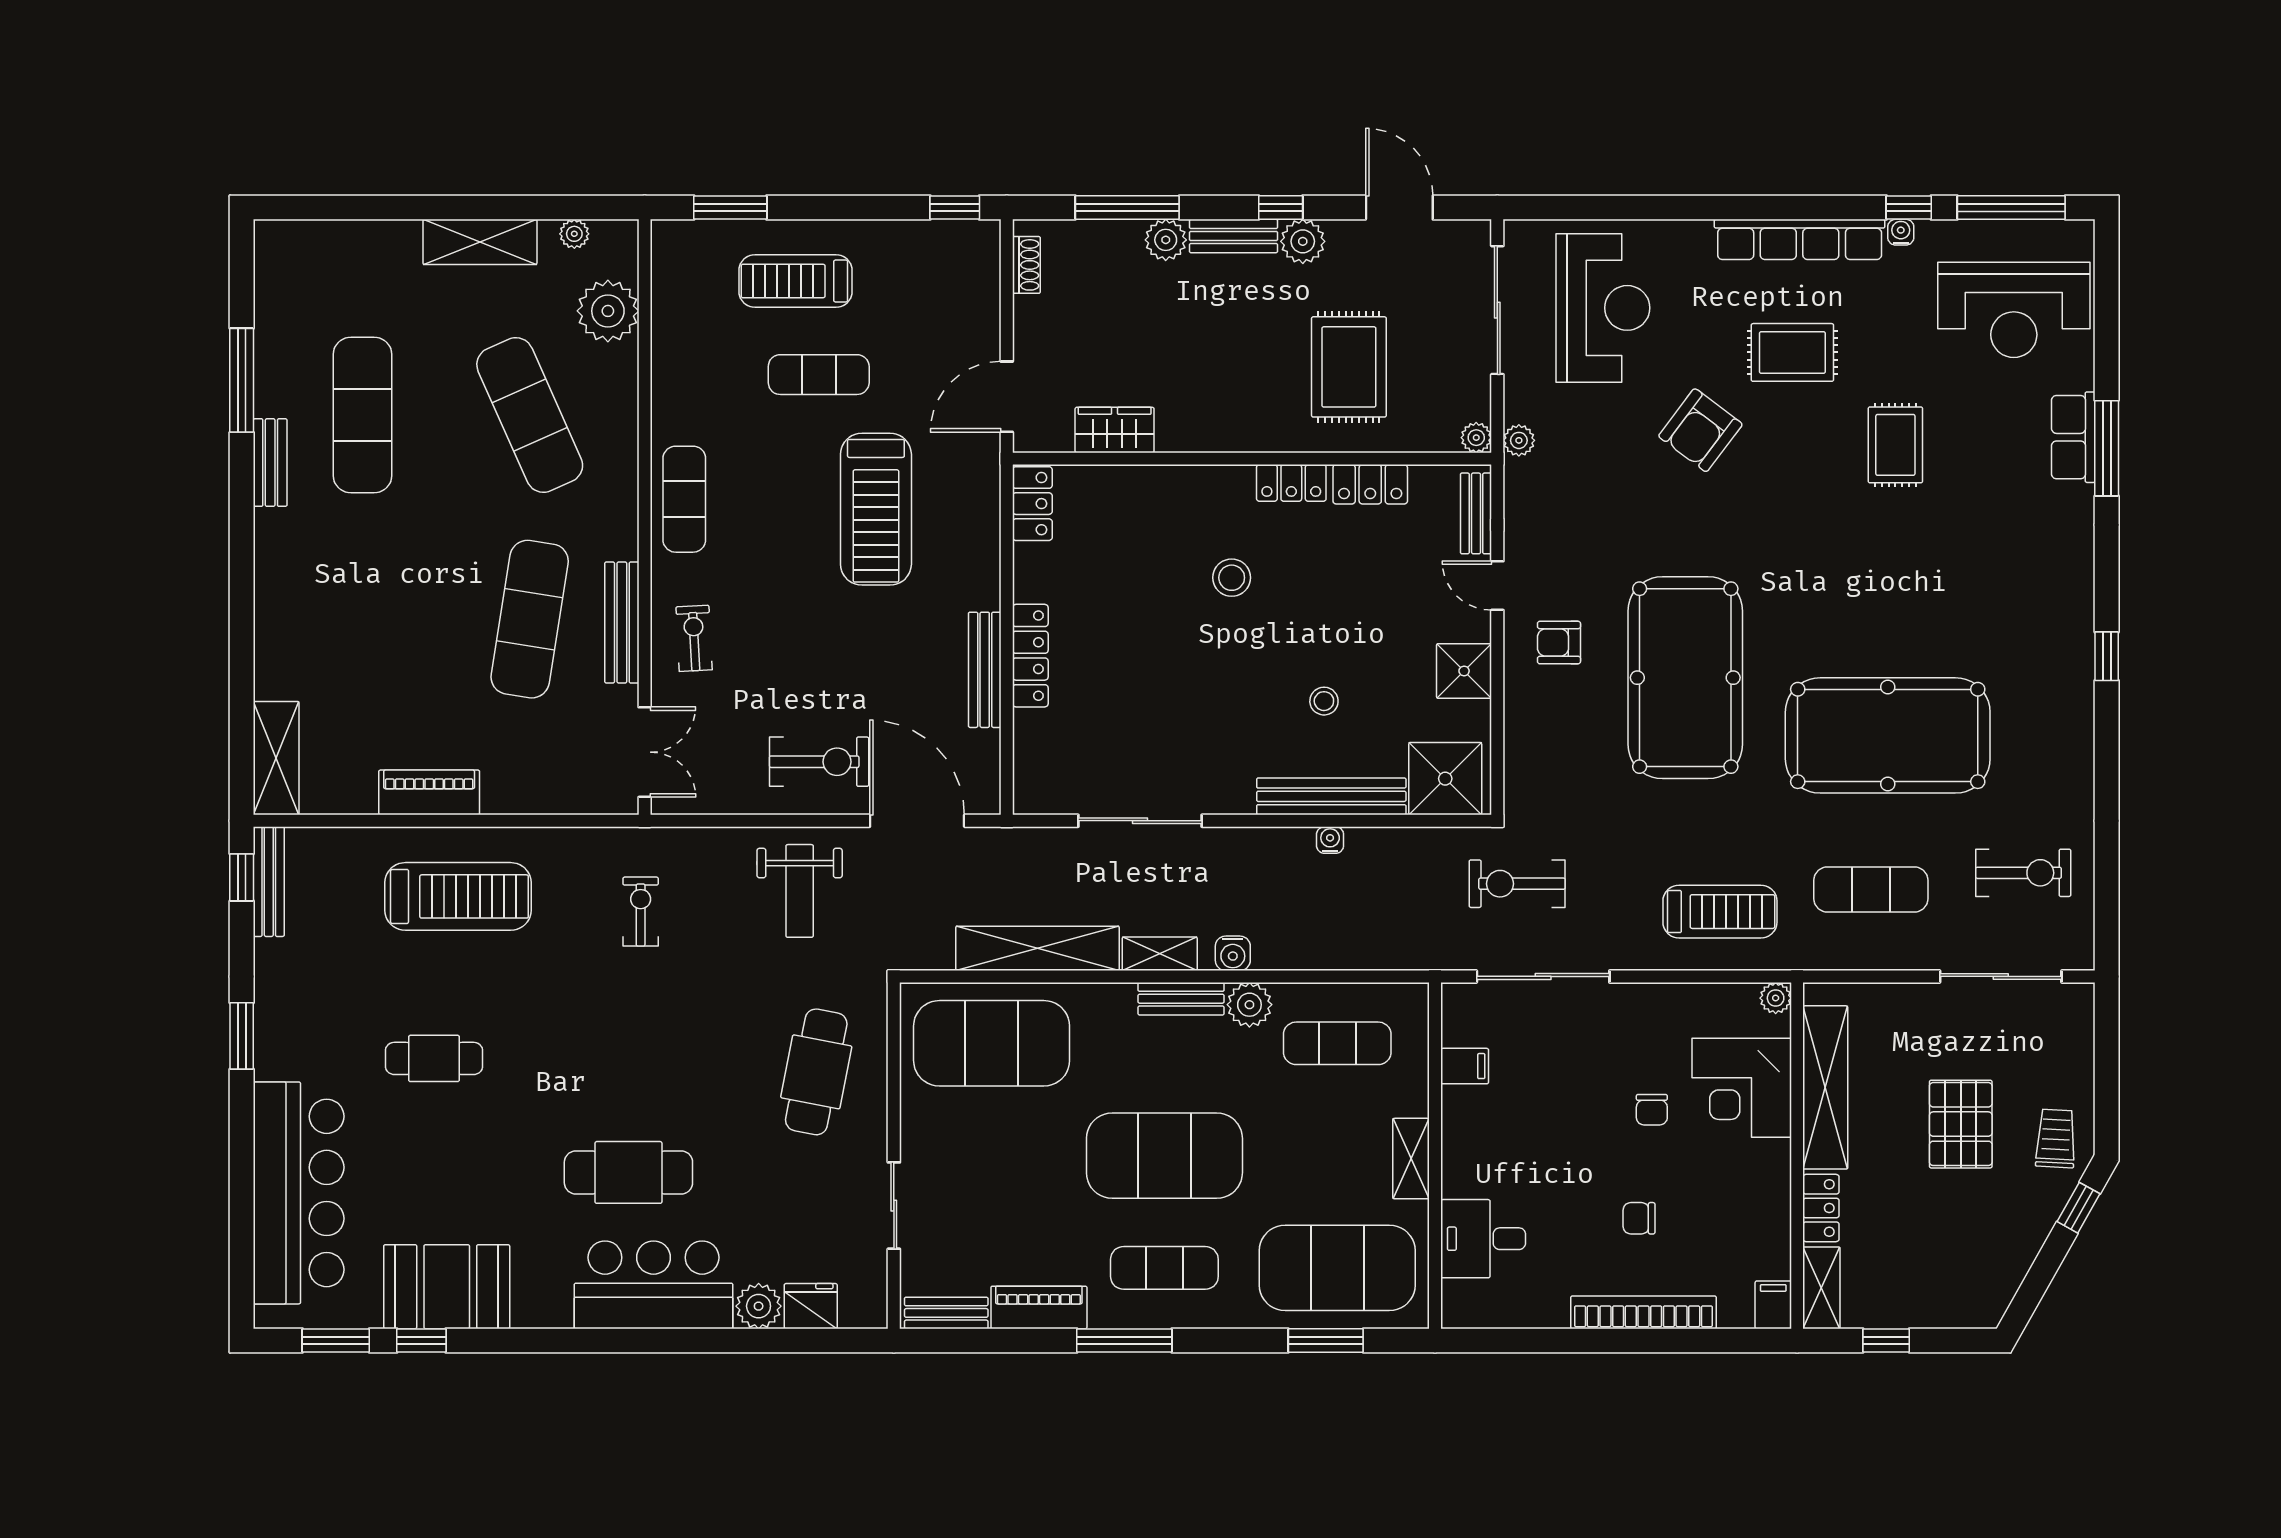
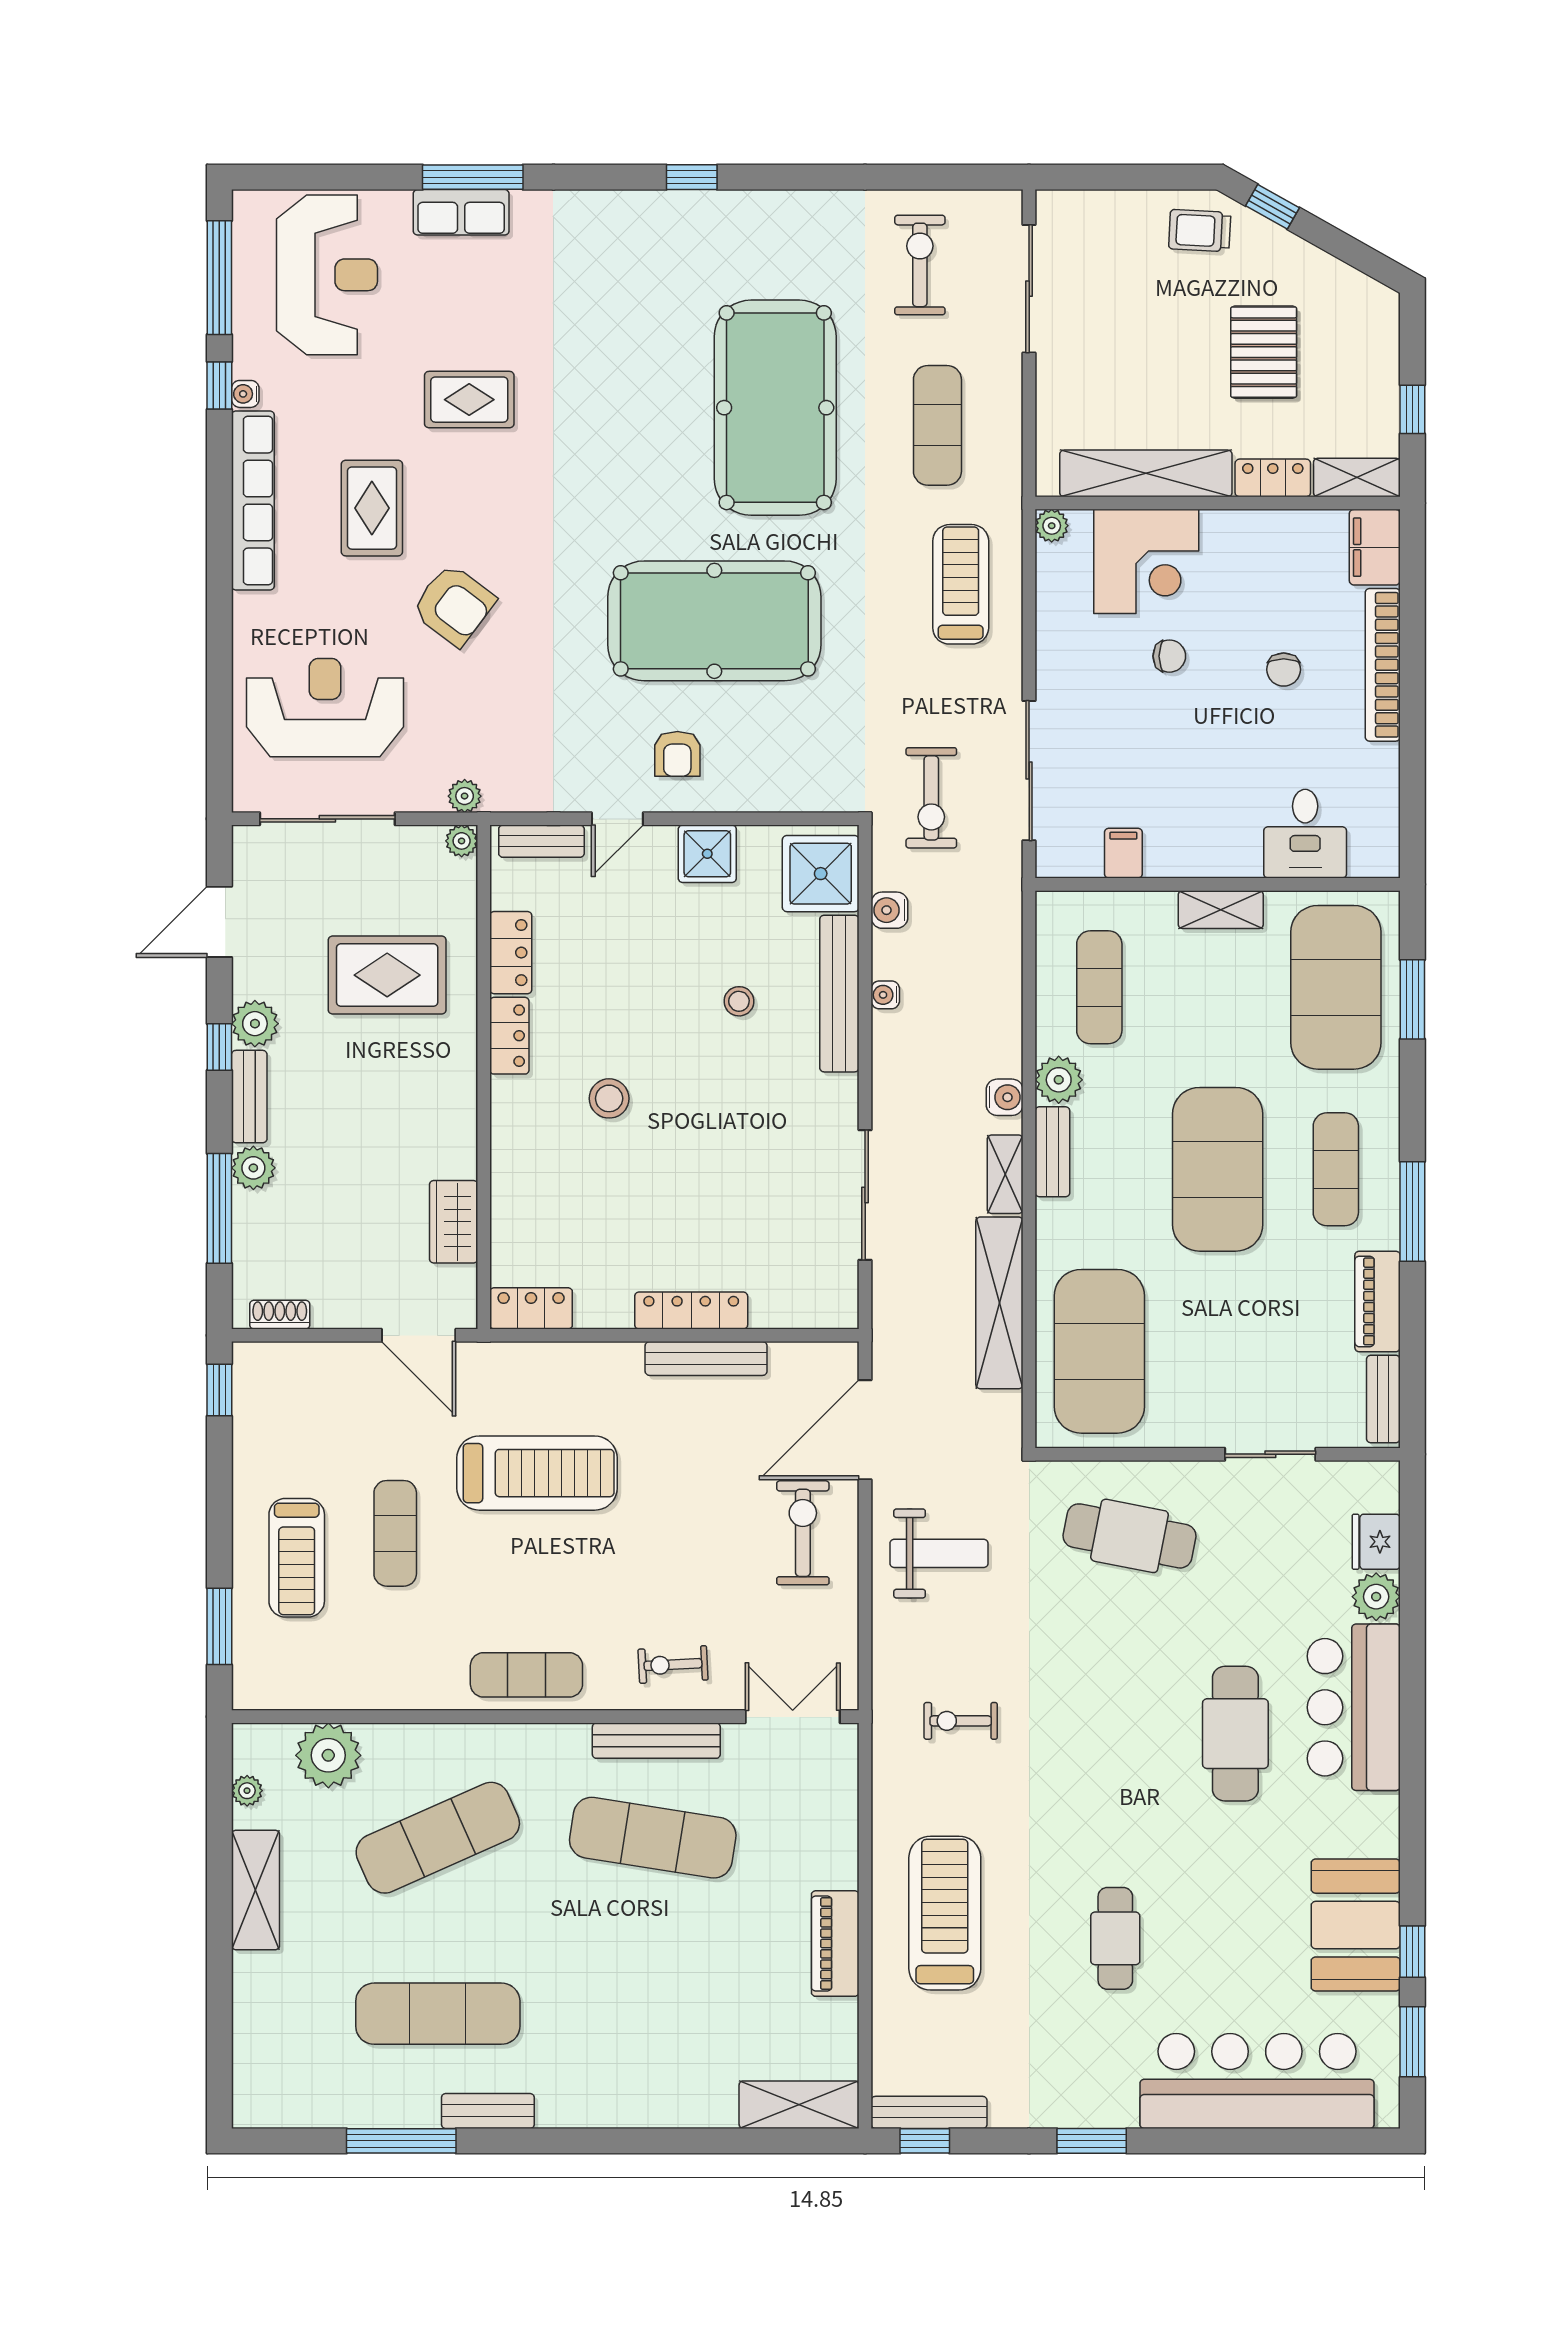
water cooler: (1411, 844) -> (889, 910), added
pallet: (1961, 1124) -> (1264, 352), moved, turned 90
filing cabinet: (1773, 1305) -> (1375, 547), width x2.00

